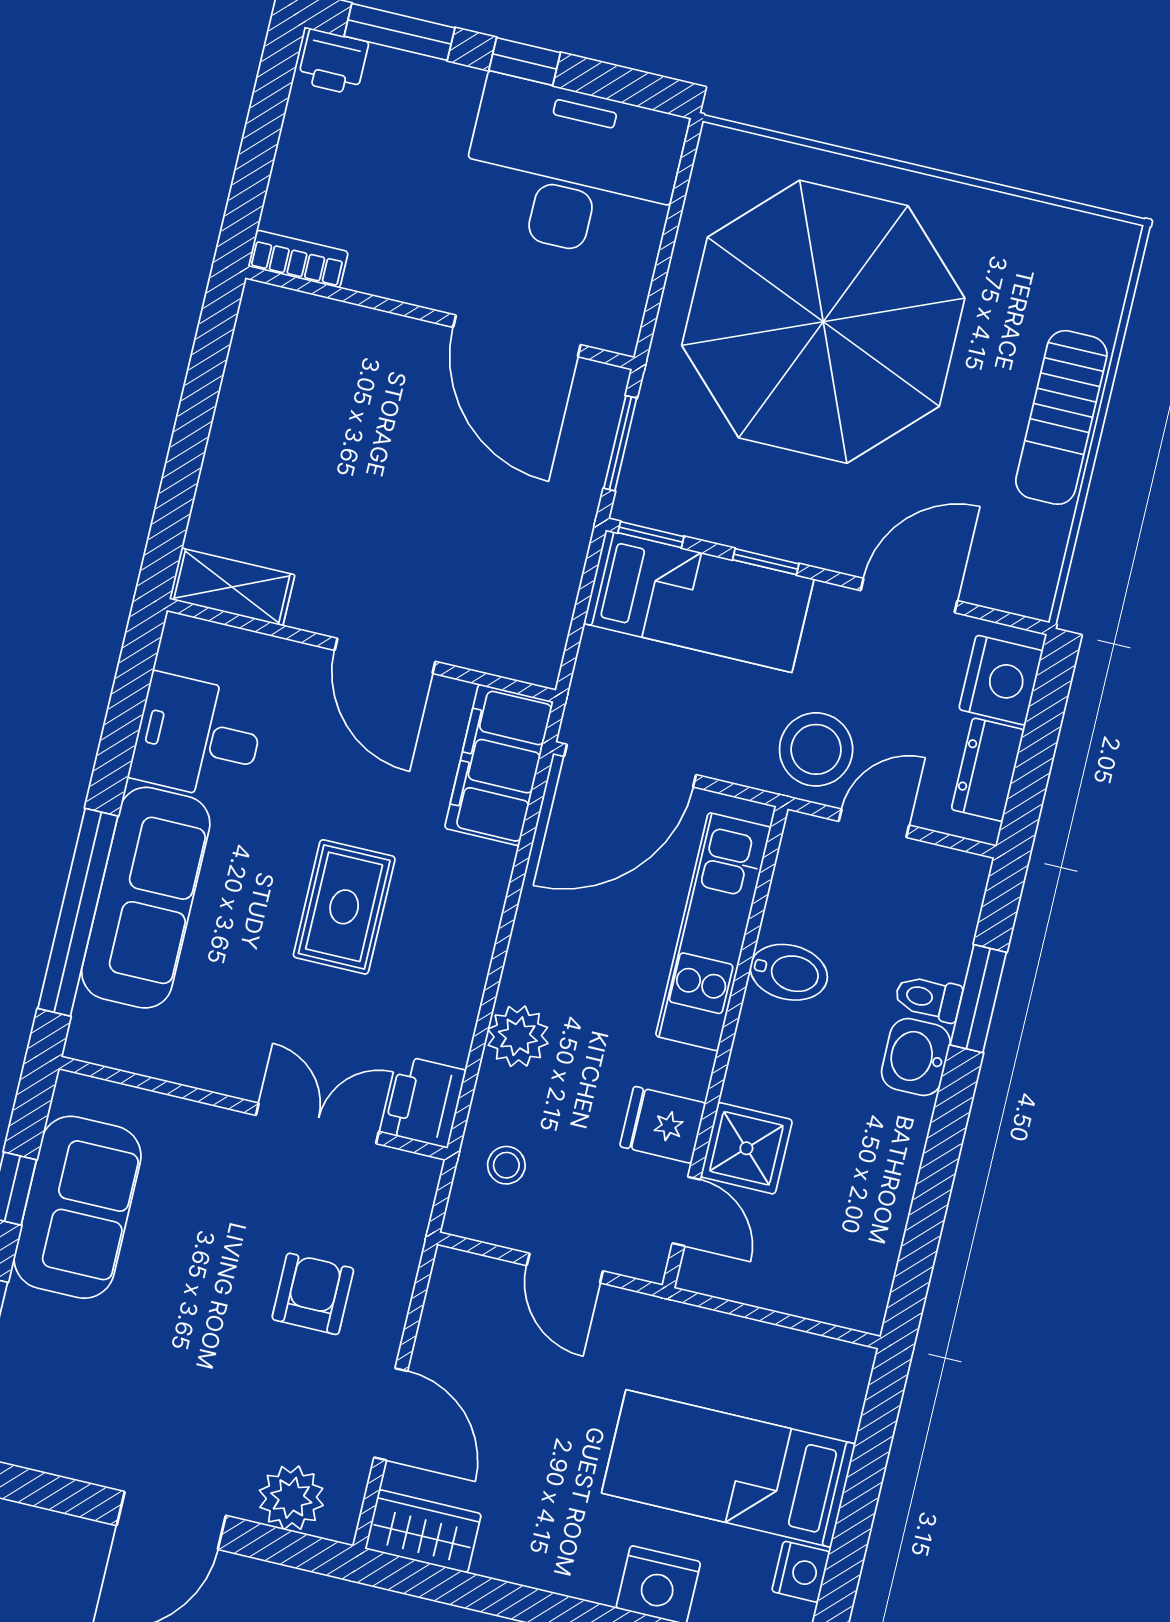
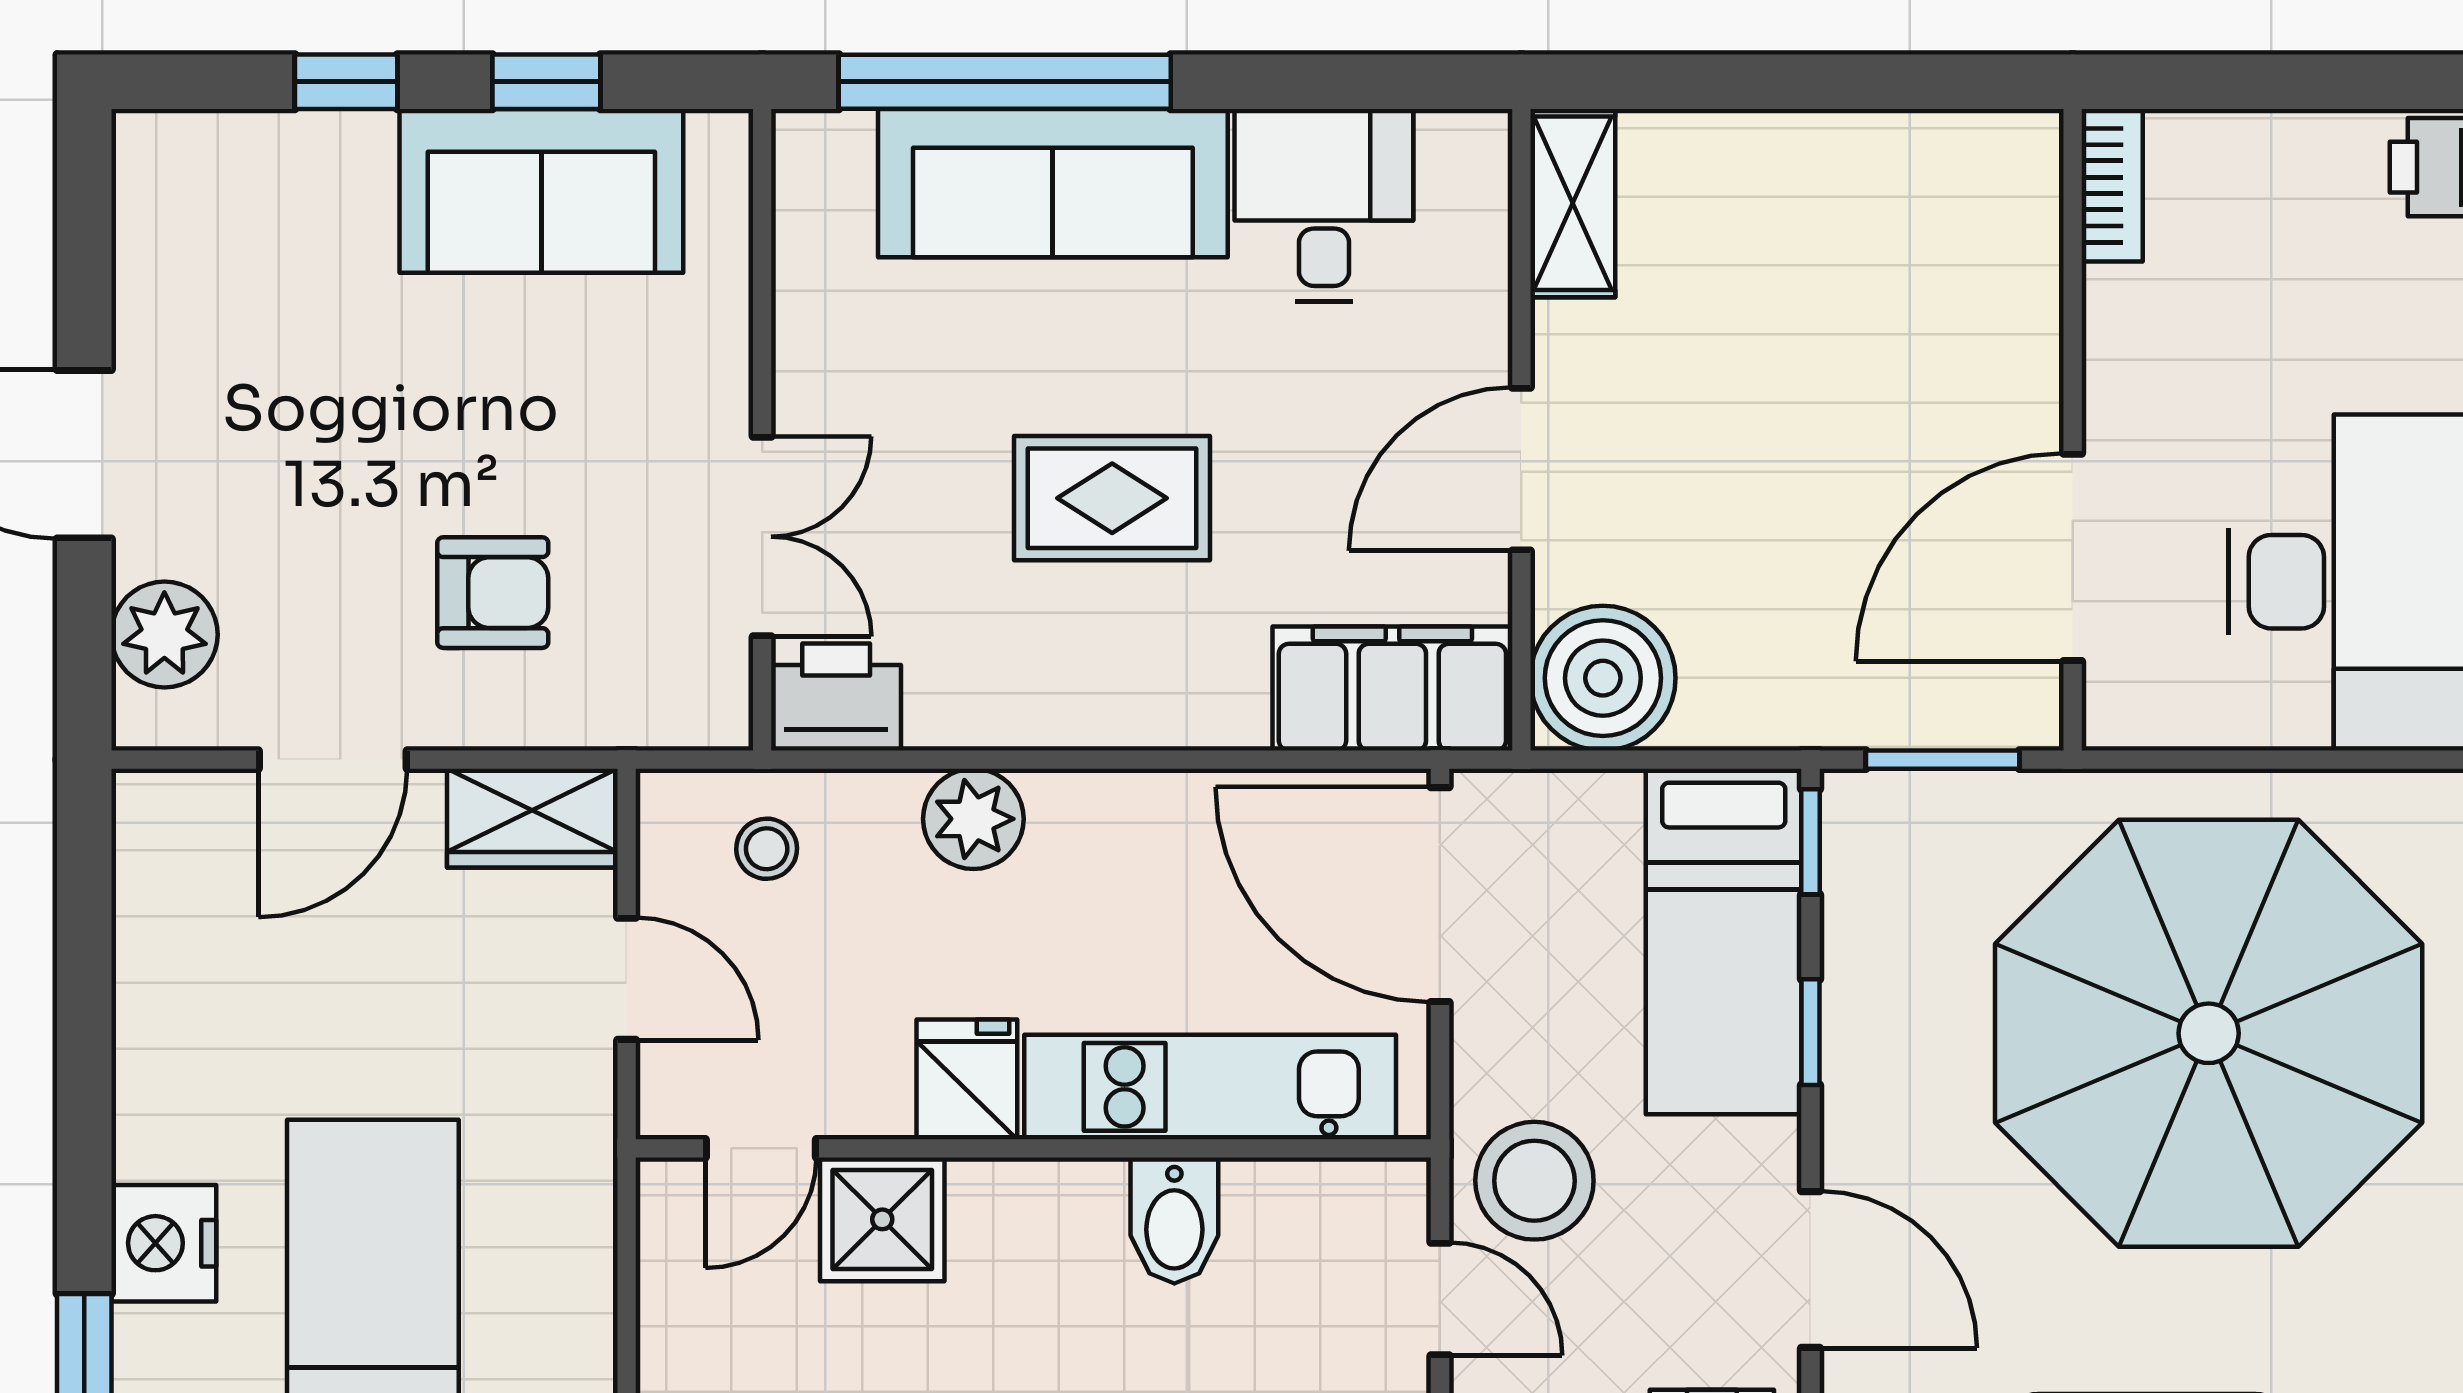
boiler: (523, 636) -> (1603, 678), added
fridge: (663, 1125) -> (967, 1079), moved
door: (565, 1268) -> (627, 979), swing flipped
wardrobe: (423, 1531) -> (532, 818), moved, turned 90

